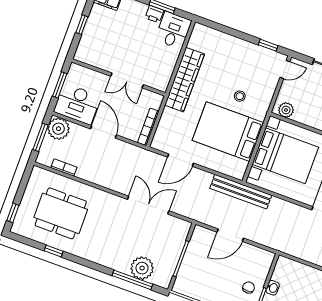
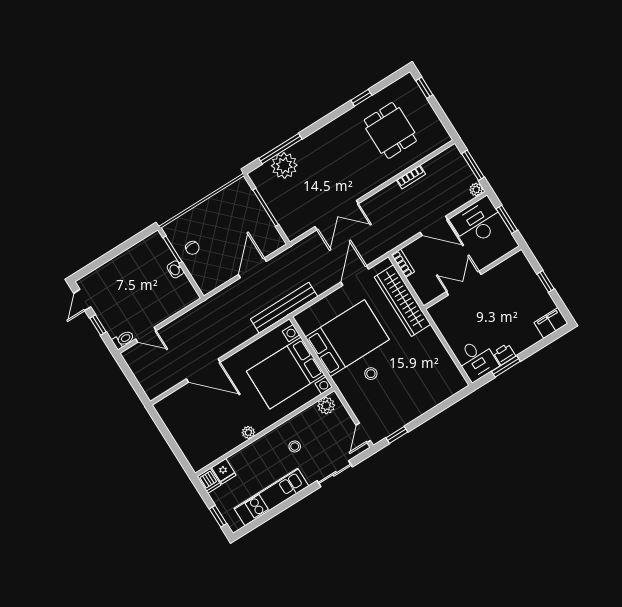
wardrobe: (184, 80) -> (403, 301), moved
bookcase: (148, 127) -> (403, 263), width x0.64
plant: (59, 129) -> (476, 190), width x0.53, depth x0.53
bookcase: (64, 167) -> (411, 177), moved
dining table: (61, 213) -> (390, 130), width x0.73

